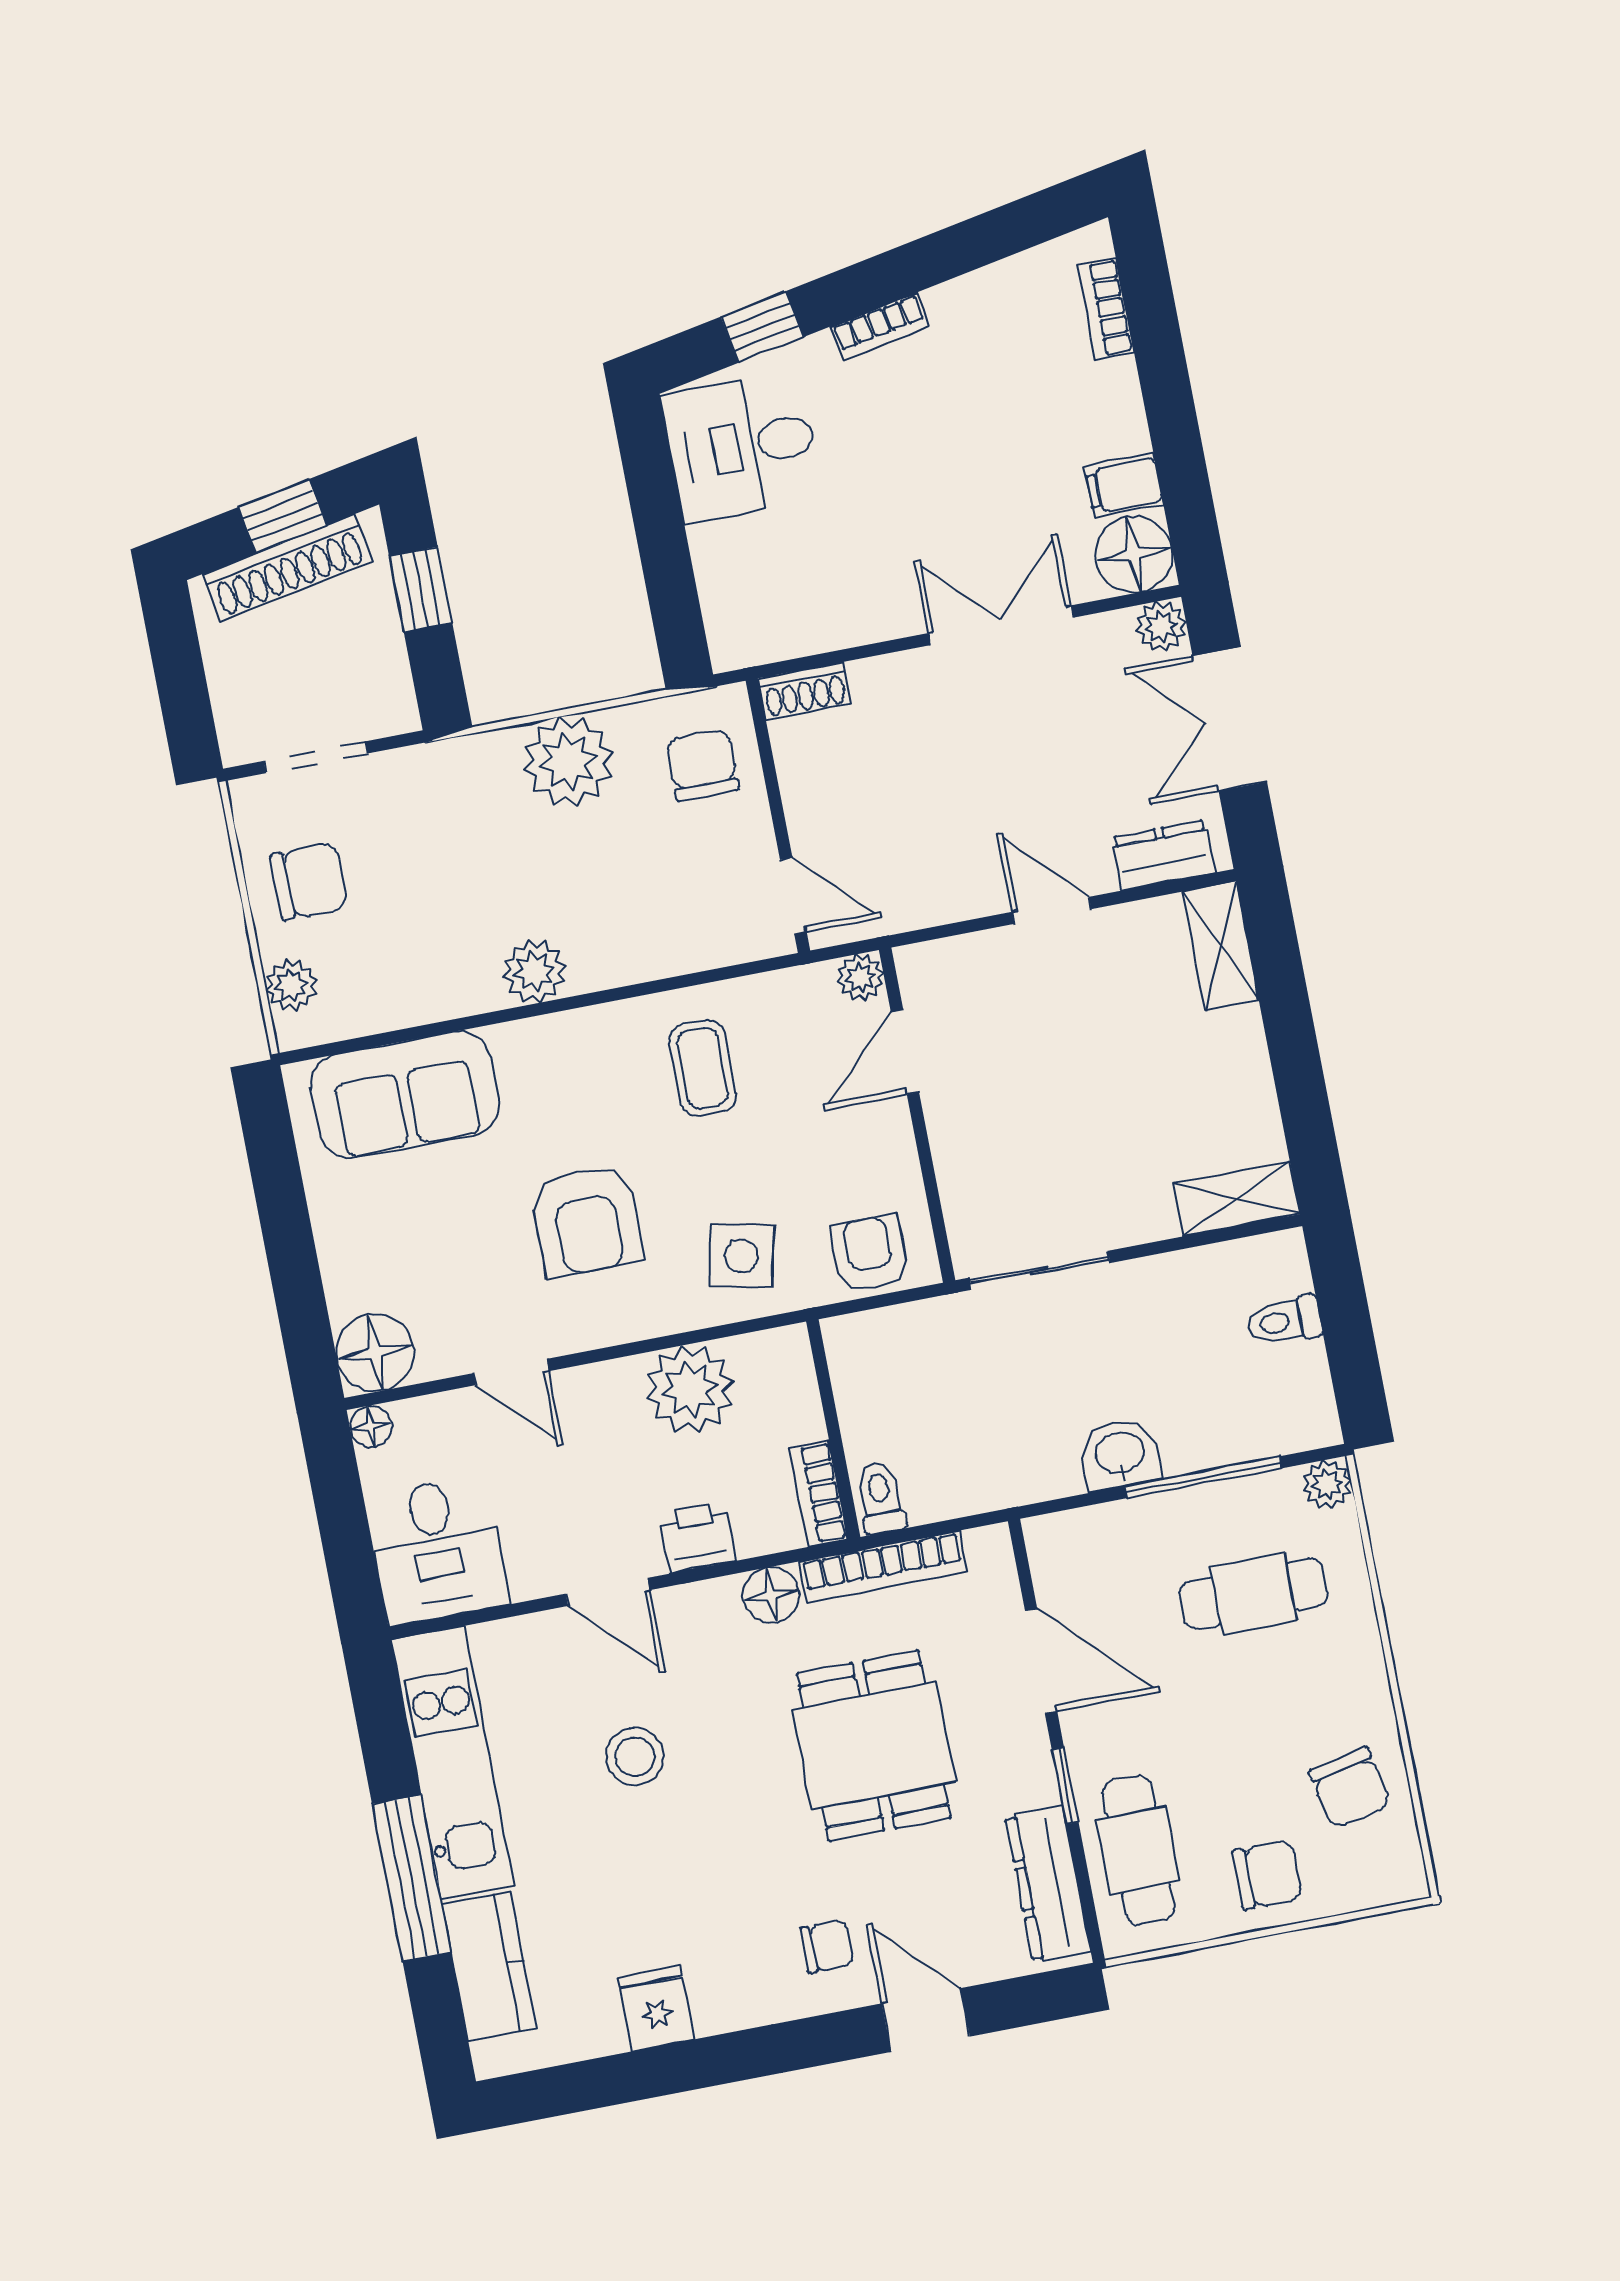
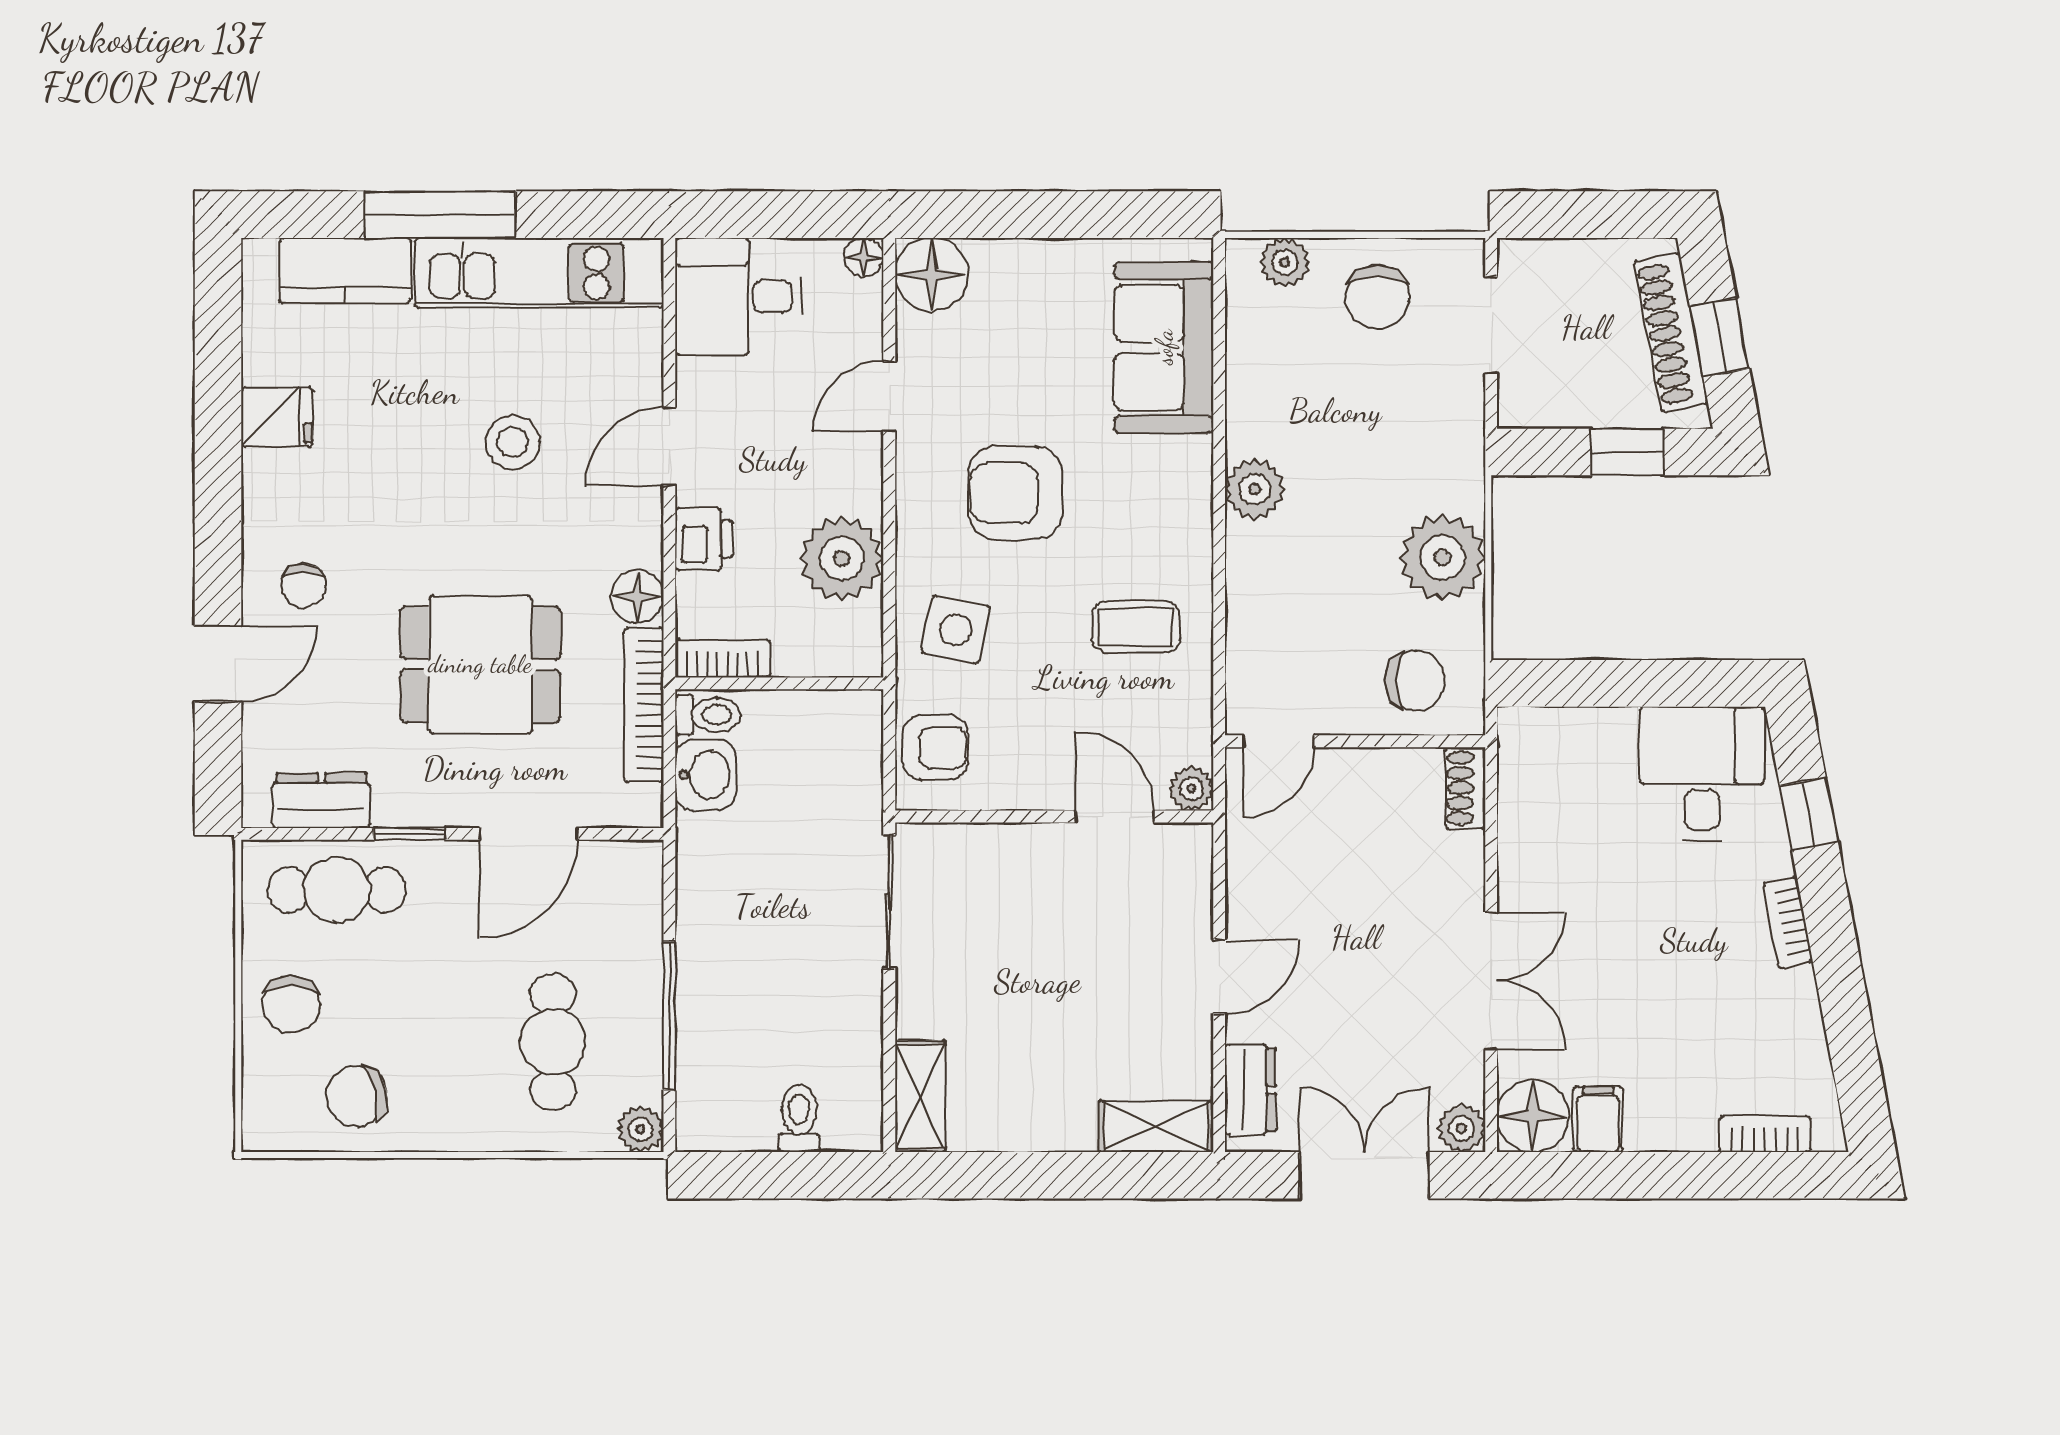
washbasin: (1120, 1454) -> (705, 775), moved
dresser: (1048, 1884) -> (321, 800), width x0.70

